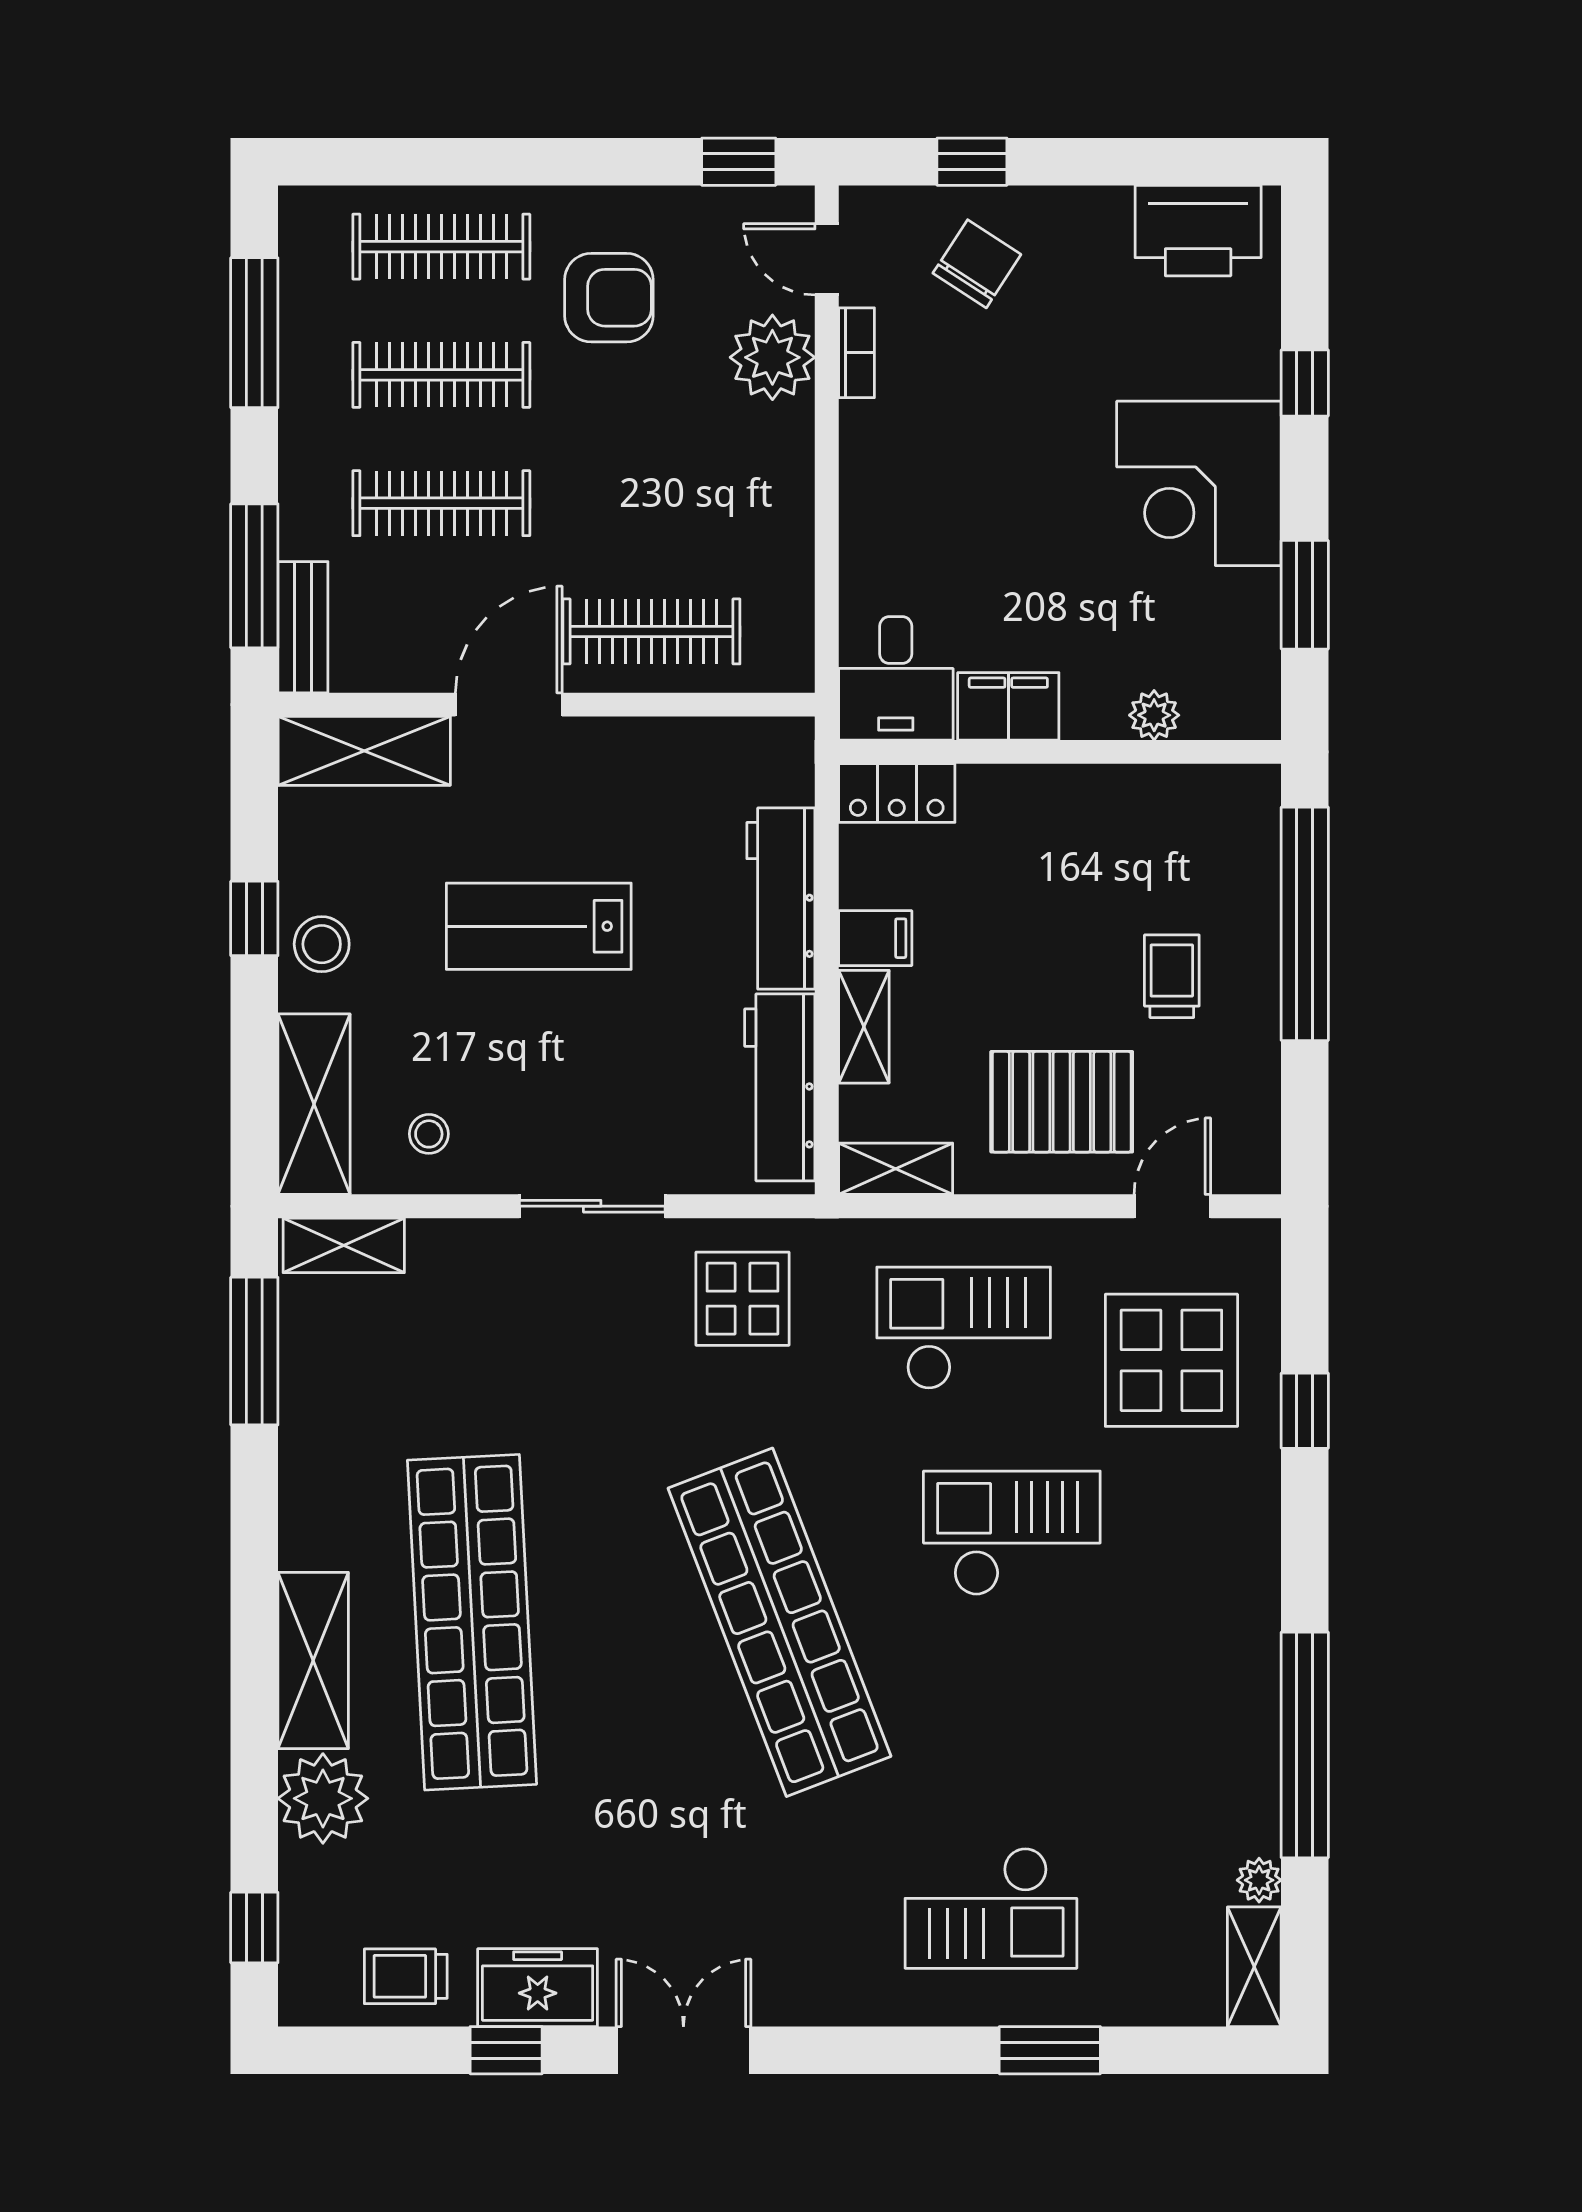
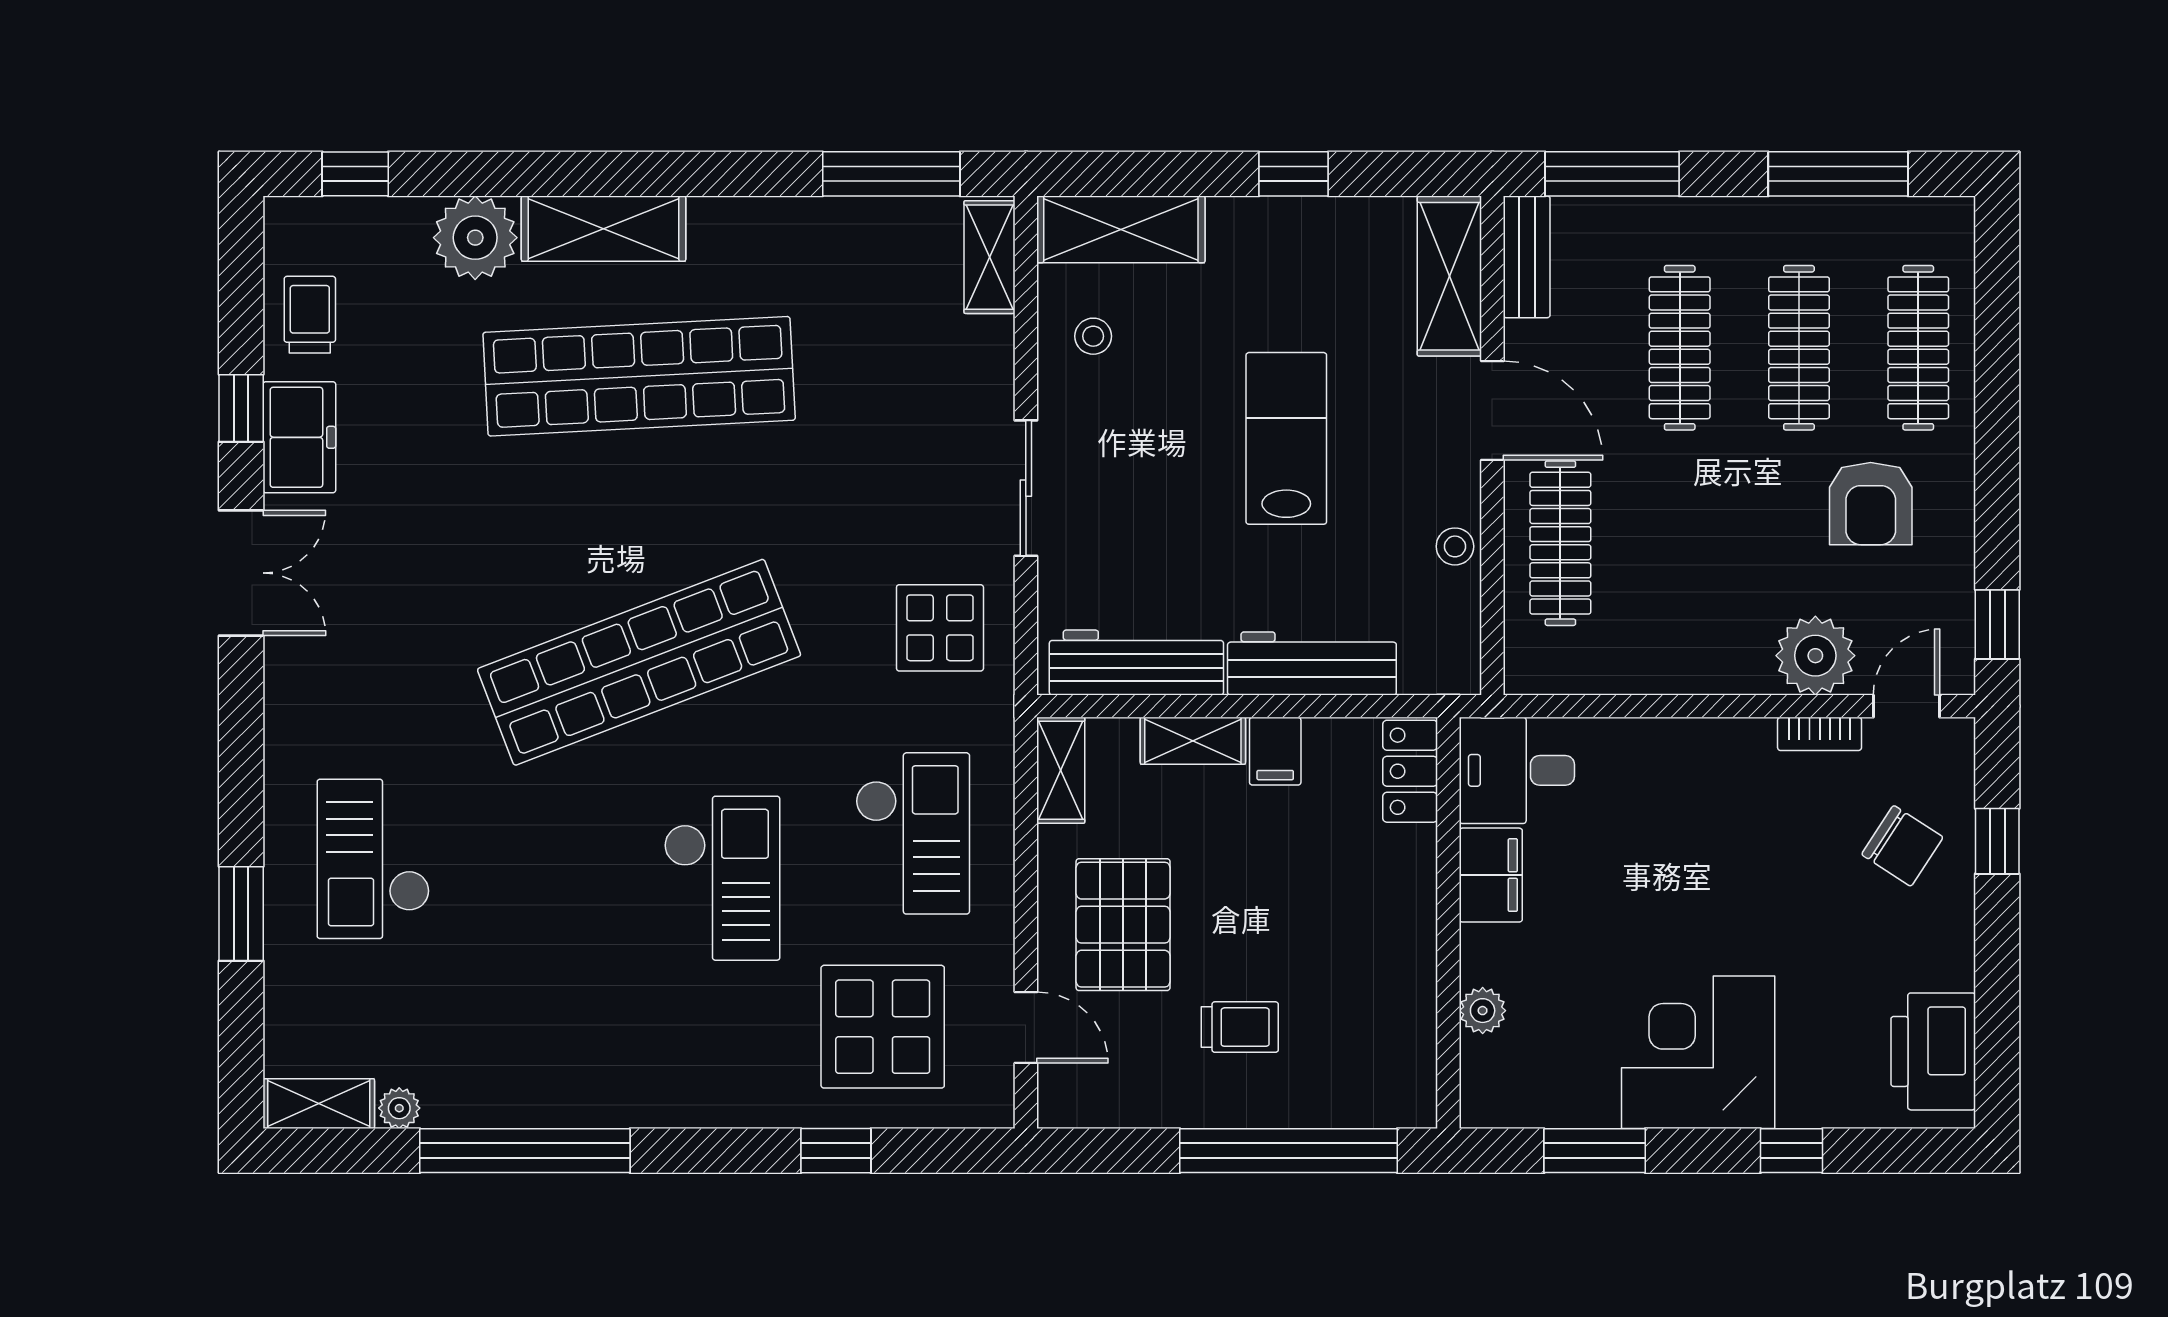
bench: (303, 627) -> (1527, 257), moved, turned 90
stool: (322, 944) -> (1455, 546), moved, width x0.73, depth x0.73

